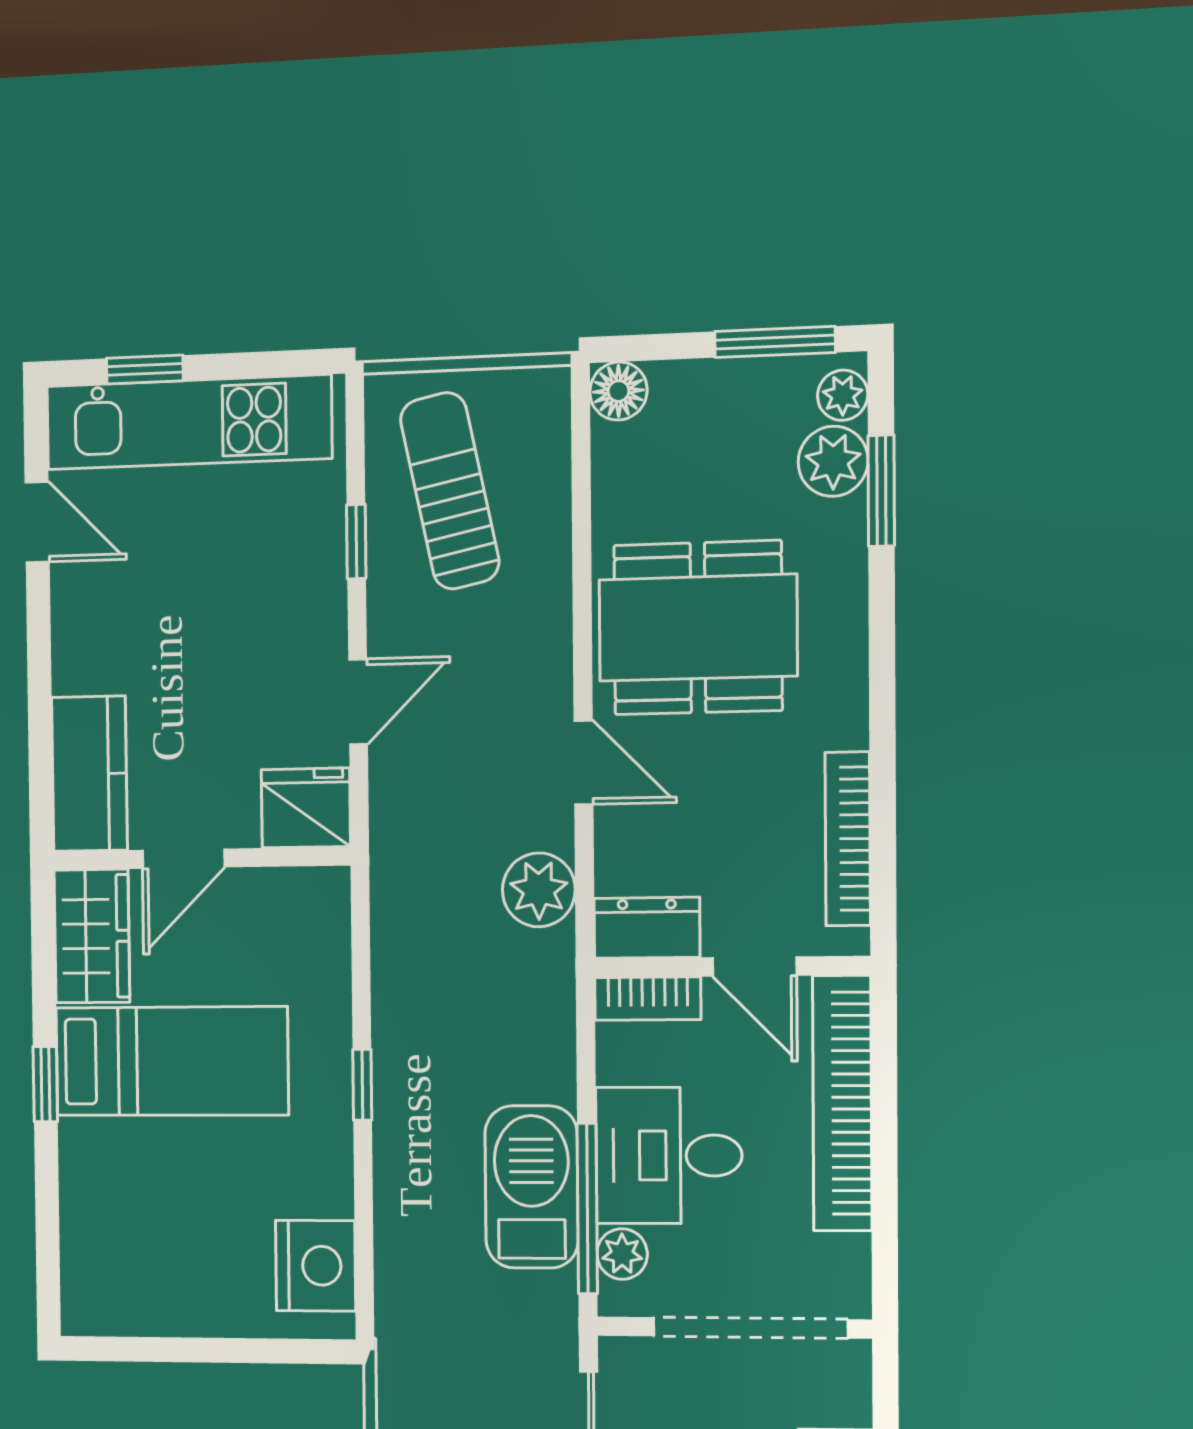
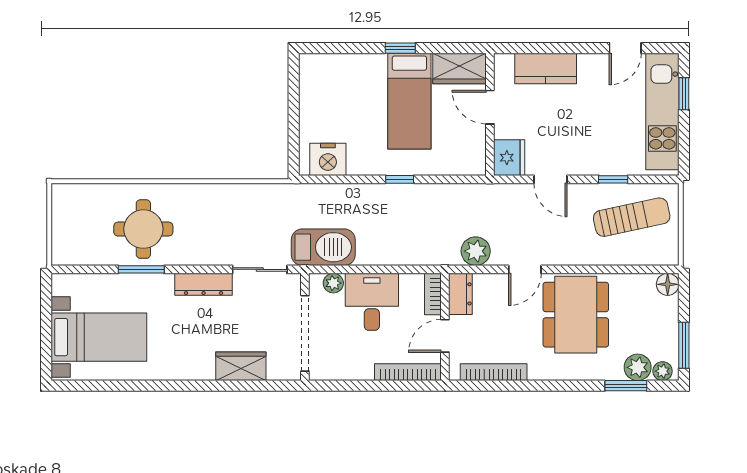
kitchen counter: (89, 774) -> (546, 68), moved
bookcase: (842, 1103) -> (408, 372), width x0.68, depth x0.76
barbecue: (532, 1187) -> (323, 247), moved
window: (587, 1209) -> (351, 269), removed

